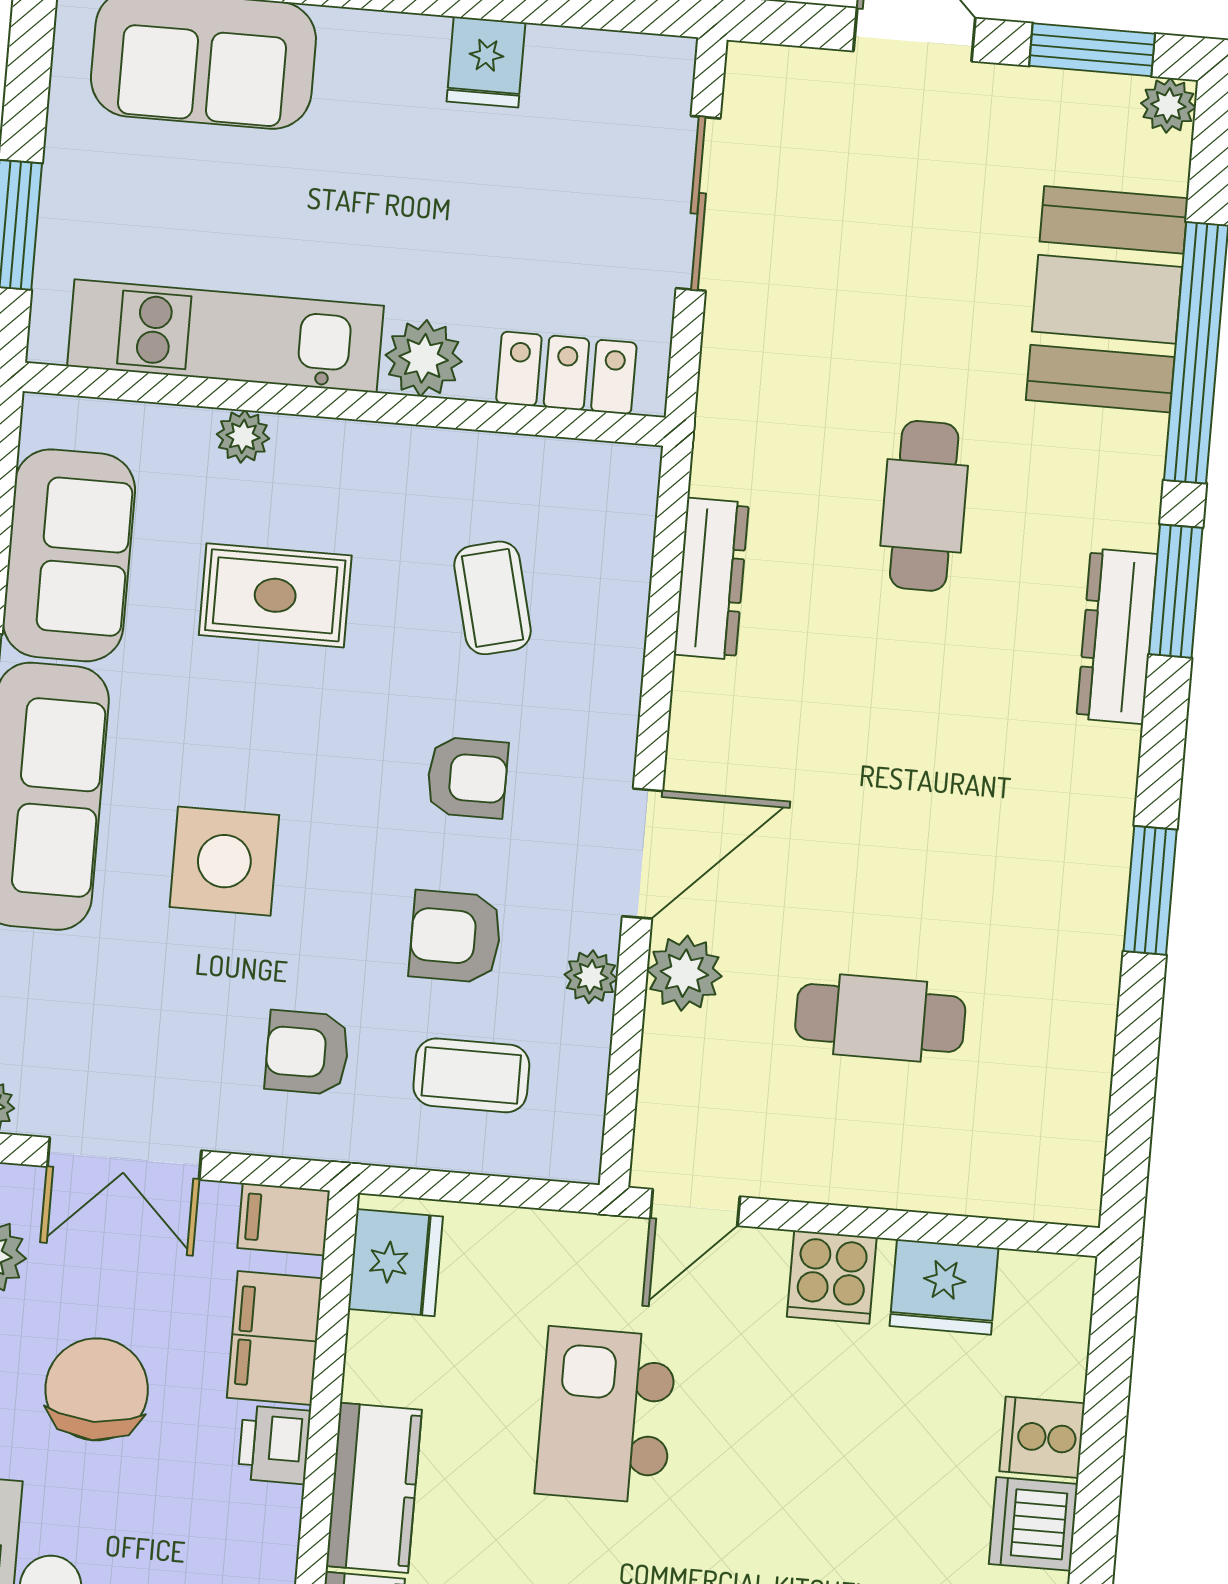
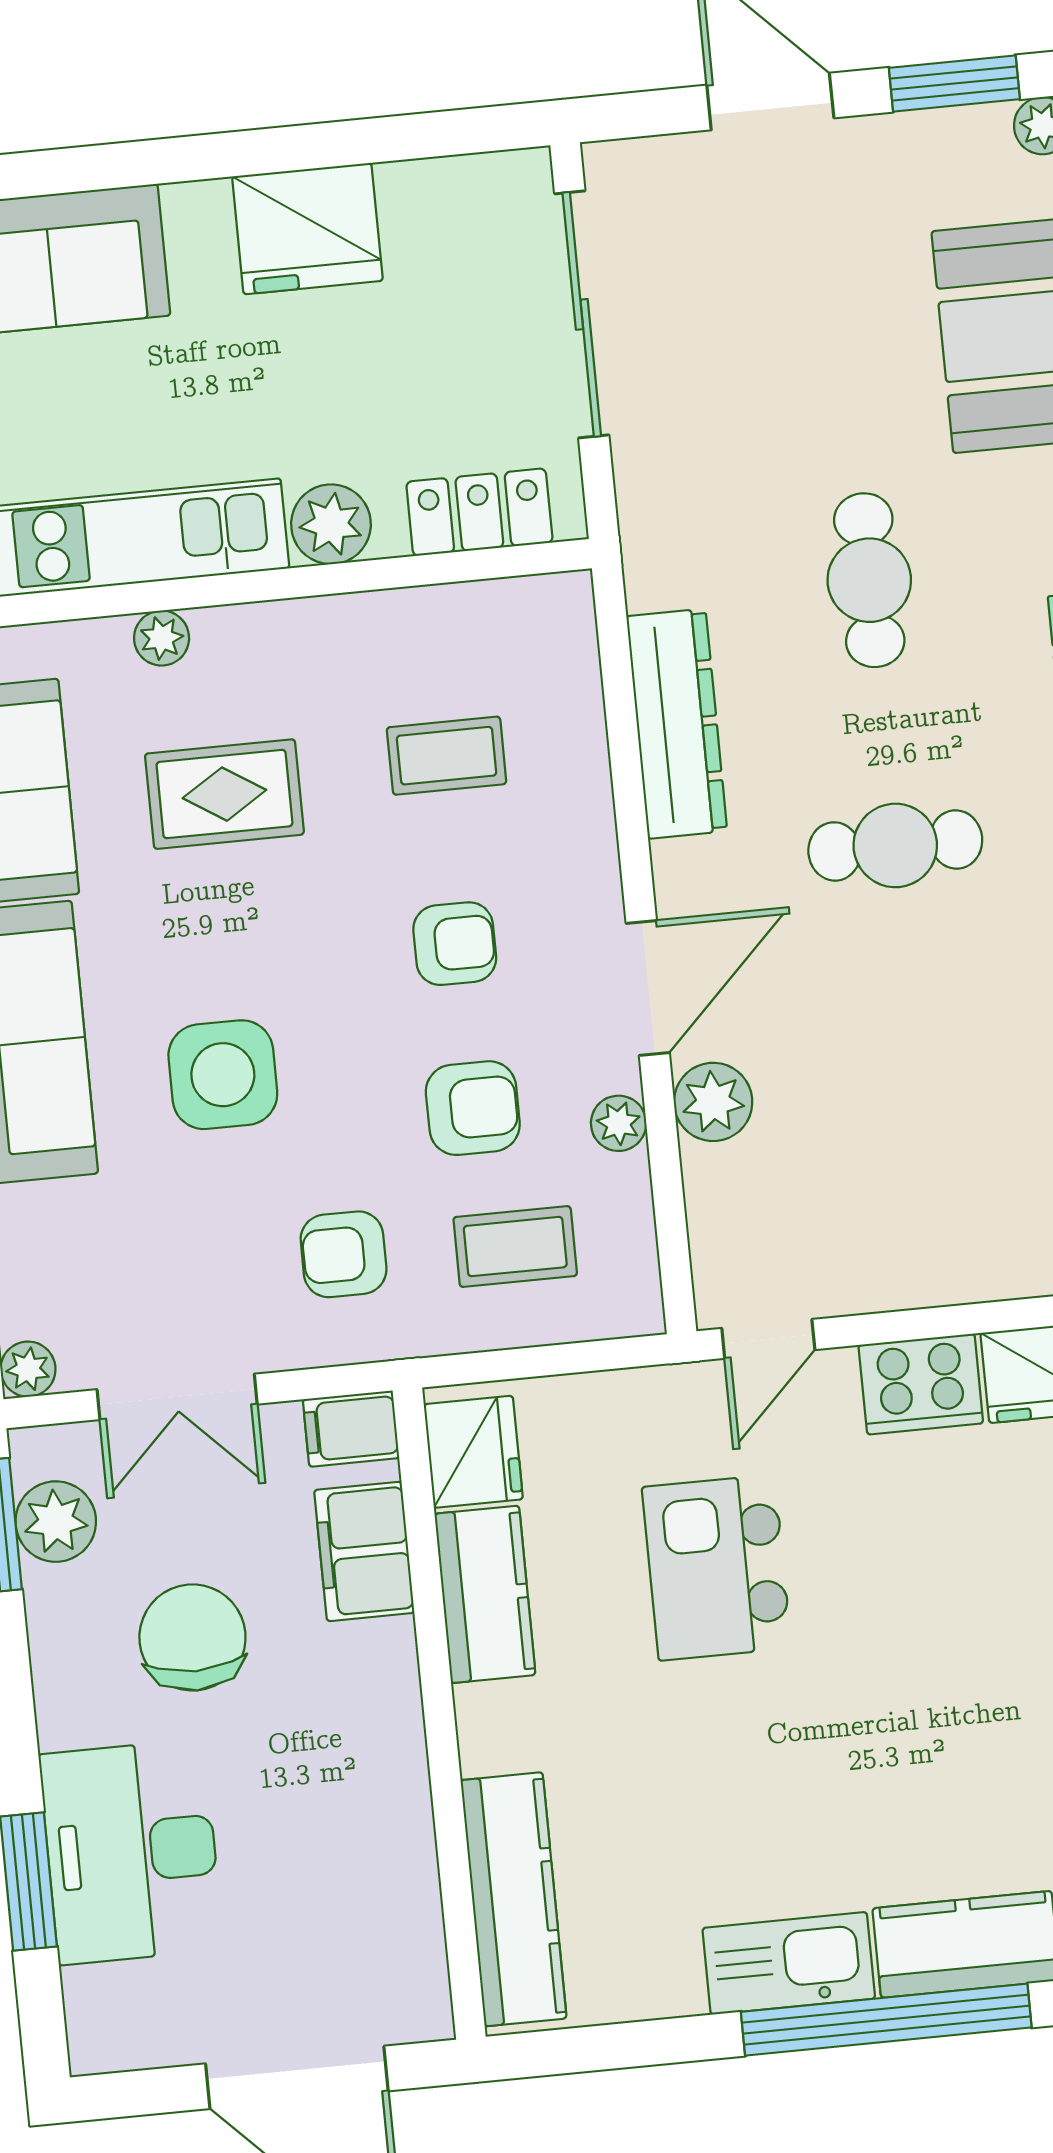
fridge: (486, 62) -> (307, 229), width x1.88, depth x1.34
sliding door: (698, 203) -> (582, 314), width x1.37
dresser: (711, 579) -> (677, 724), width x1.37, depth x1.24
coffee table: (492, 598) -> (447, 756), turned -76
armchair: (455, 937) -> (473, 1108), turned 180
cafe table: (880, 1018) -> (895, 845), moved
cooker: (832, 1277) -> (921, 1384), width x1.36
printer: (274, 1445) -> (384, 1660), removed
kitchen counter: (374, 1488) -> (485, 1594), moved

